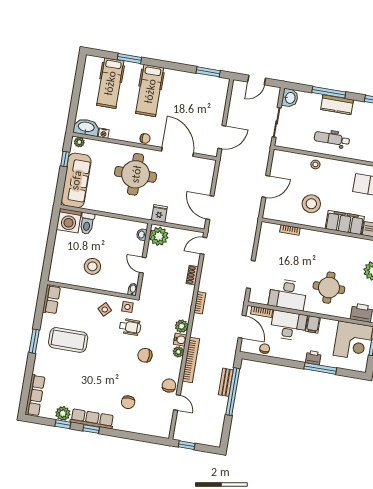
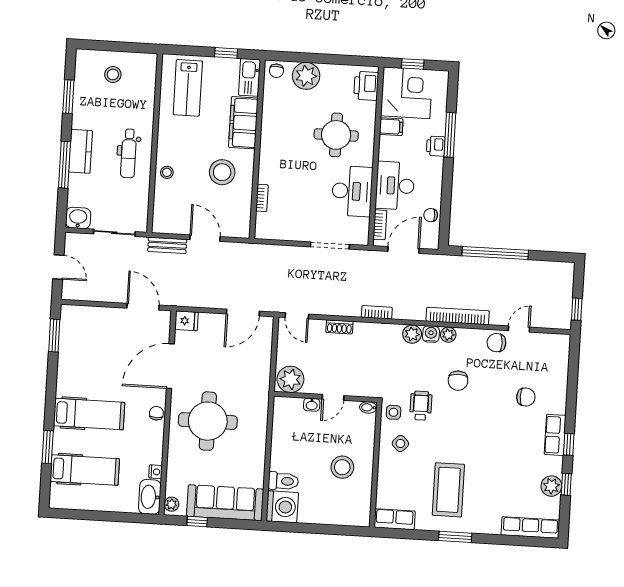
fridge: (159, 214) -> (186, 321), moved, turned 180
washbasin: (142, 235) -> (312, 405), moved
filing cabinet: (313, 324) -> (391, 127), moved
bench: (226, 382) -> (167, 245), moved
row of seats: (92, 419) -> (555, 435), width x0.68

